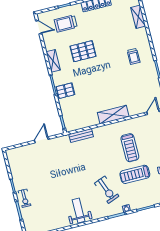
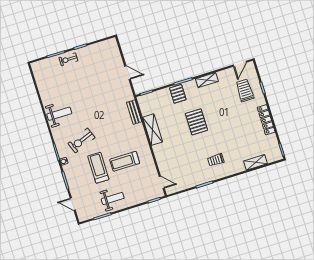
pallet: (83, 51) -> (196, 122), moved
shelving: (113, 115) -> (153, 130), moved

